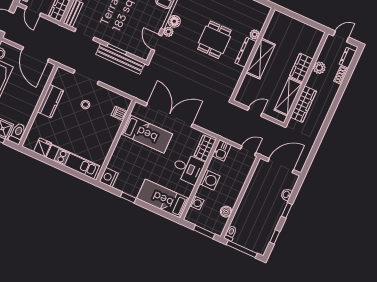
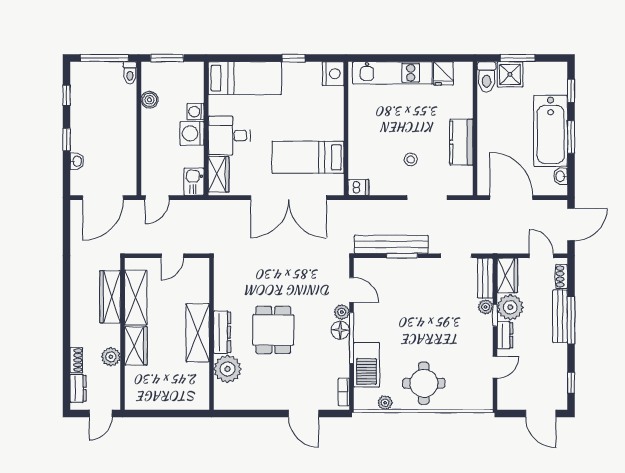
plant: (255, 34) -> (228, 369), width x1.88, depth x1.88
dishwasher: (119, 113) -> (358, 187), moved
washing machine: (197, 203) -> (196, 112), moved

